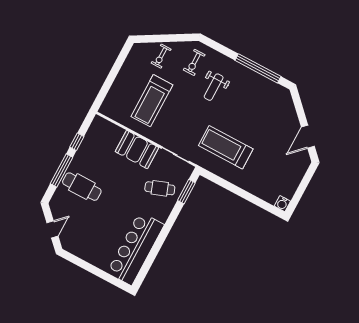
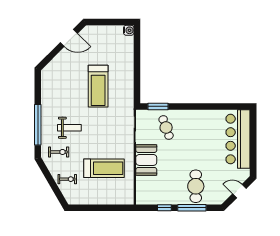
window: (258, 68) -> (38, 125), moved
treadmill: (226, 147) -> (98, 86), moved
bar counter: (136, 249) -> (238, 139), moved, turned 90

